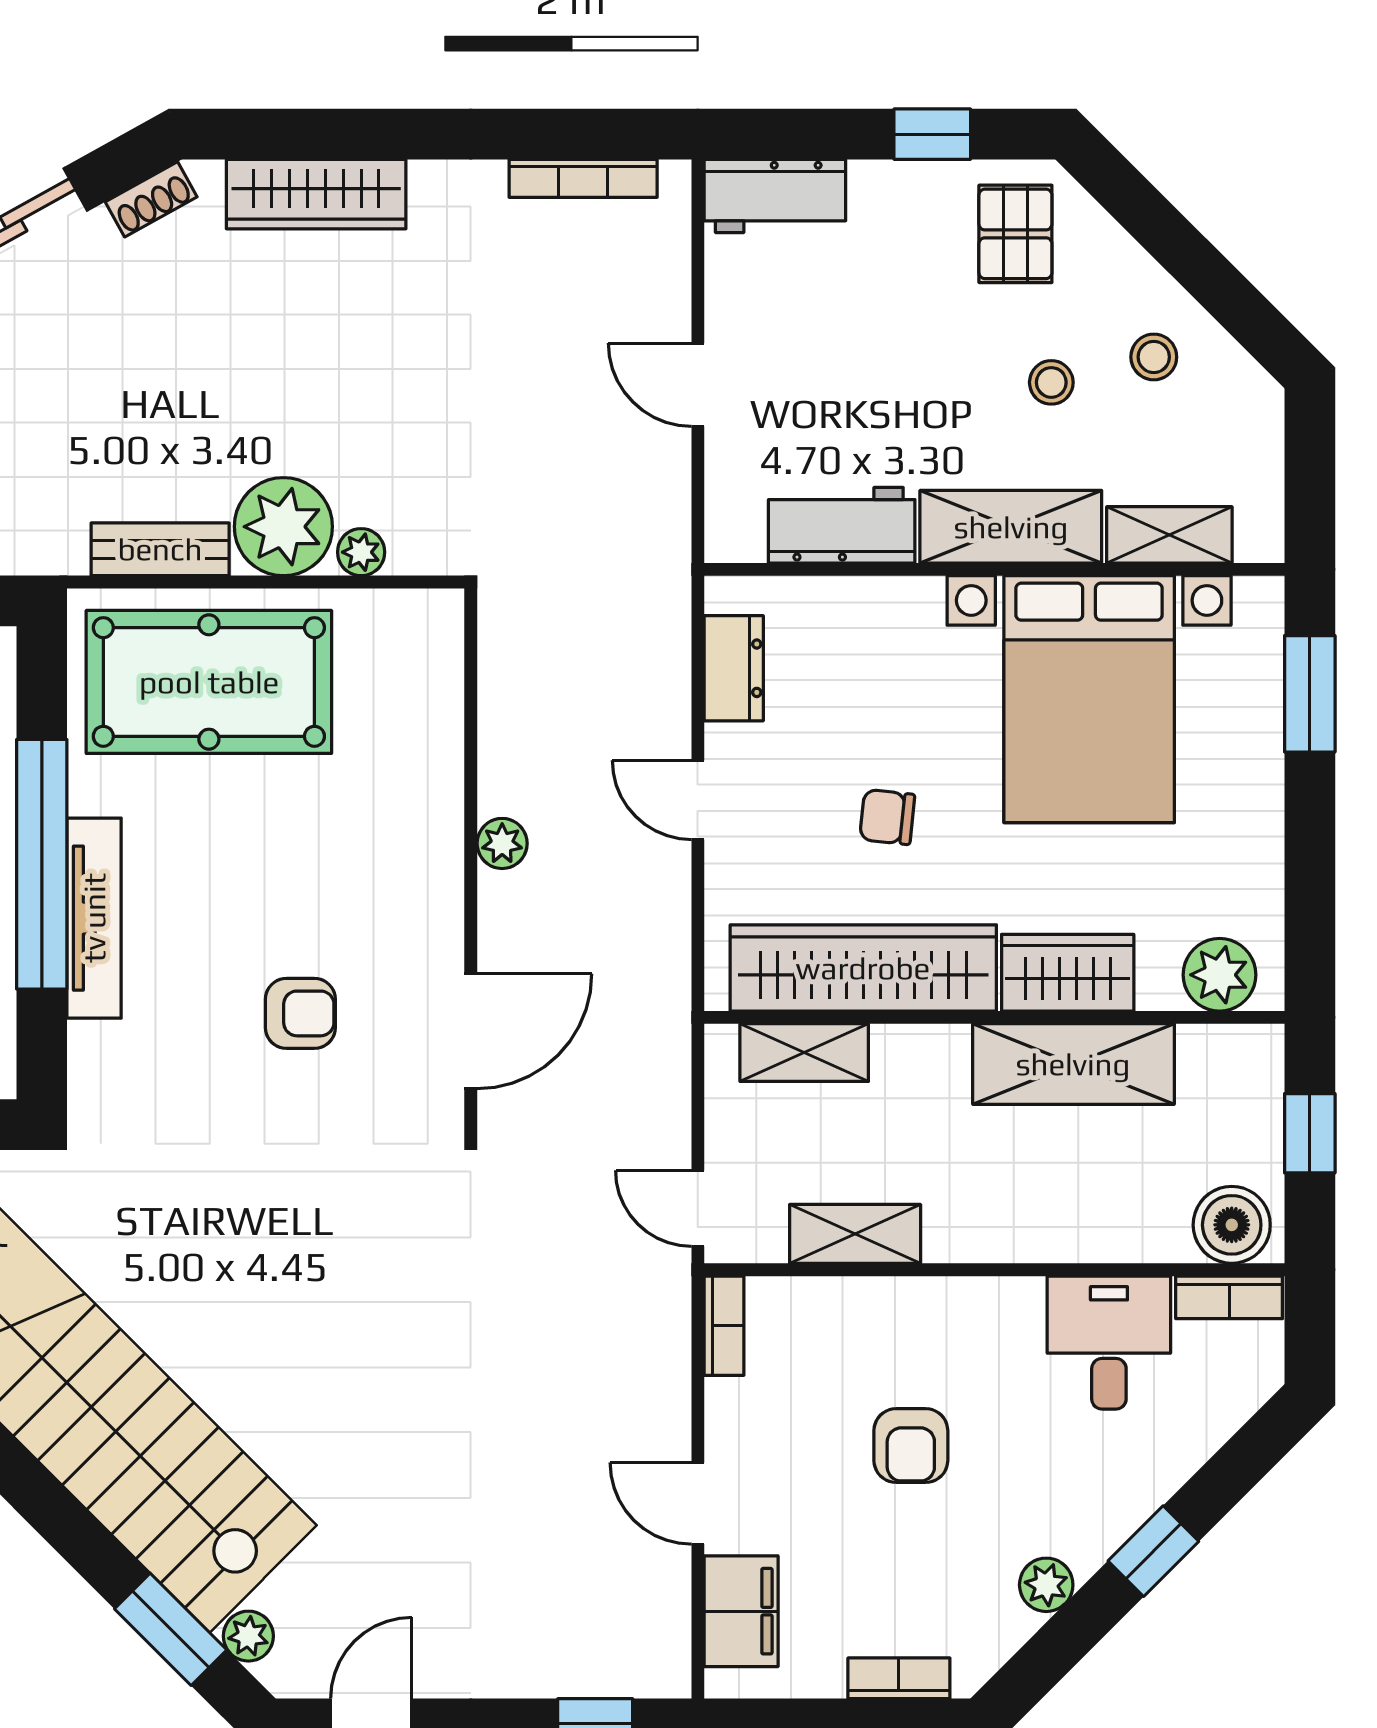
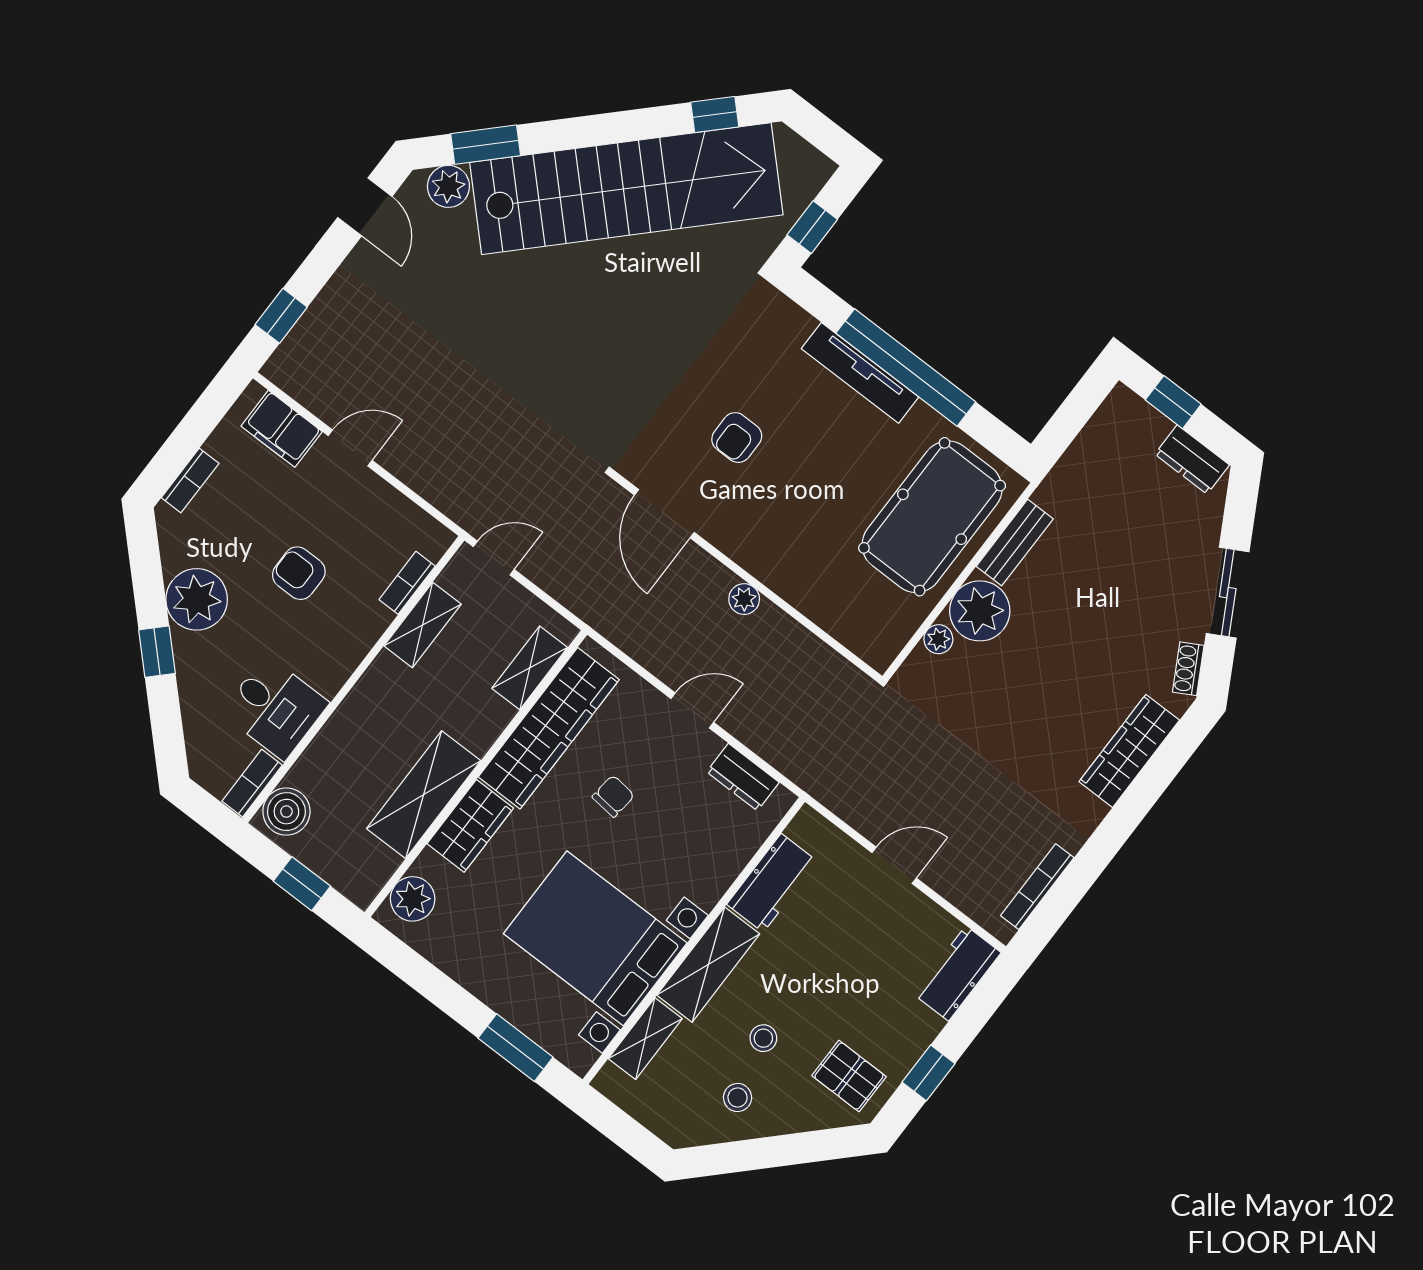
bookcase: (724, 1326) -> (407, 583), moved, turned 90
plant: (1046, 1585) -> (197, 599), width x1.88, depth x1.88
plant: (248, 1636) -> (448, 186), width x1.38, depth x1.38

